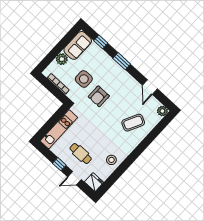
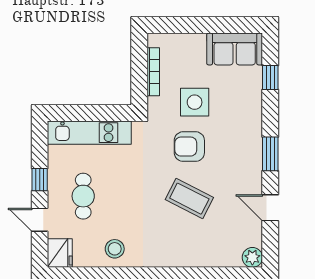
plant: (62, 59) -> (194, 44), removed
window: (122, 61) -> (270, 154), moved
door: (150, 87) -> (270, 208), hinge flipped
coffee table: (133, 123) -> (189, 199), moved

